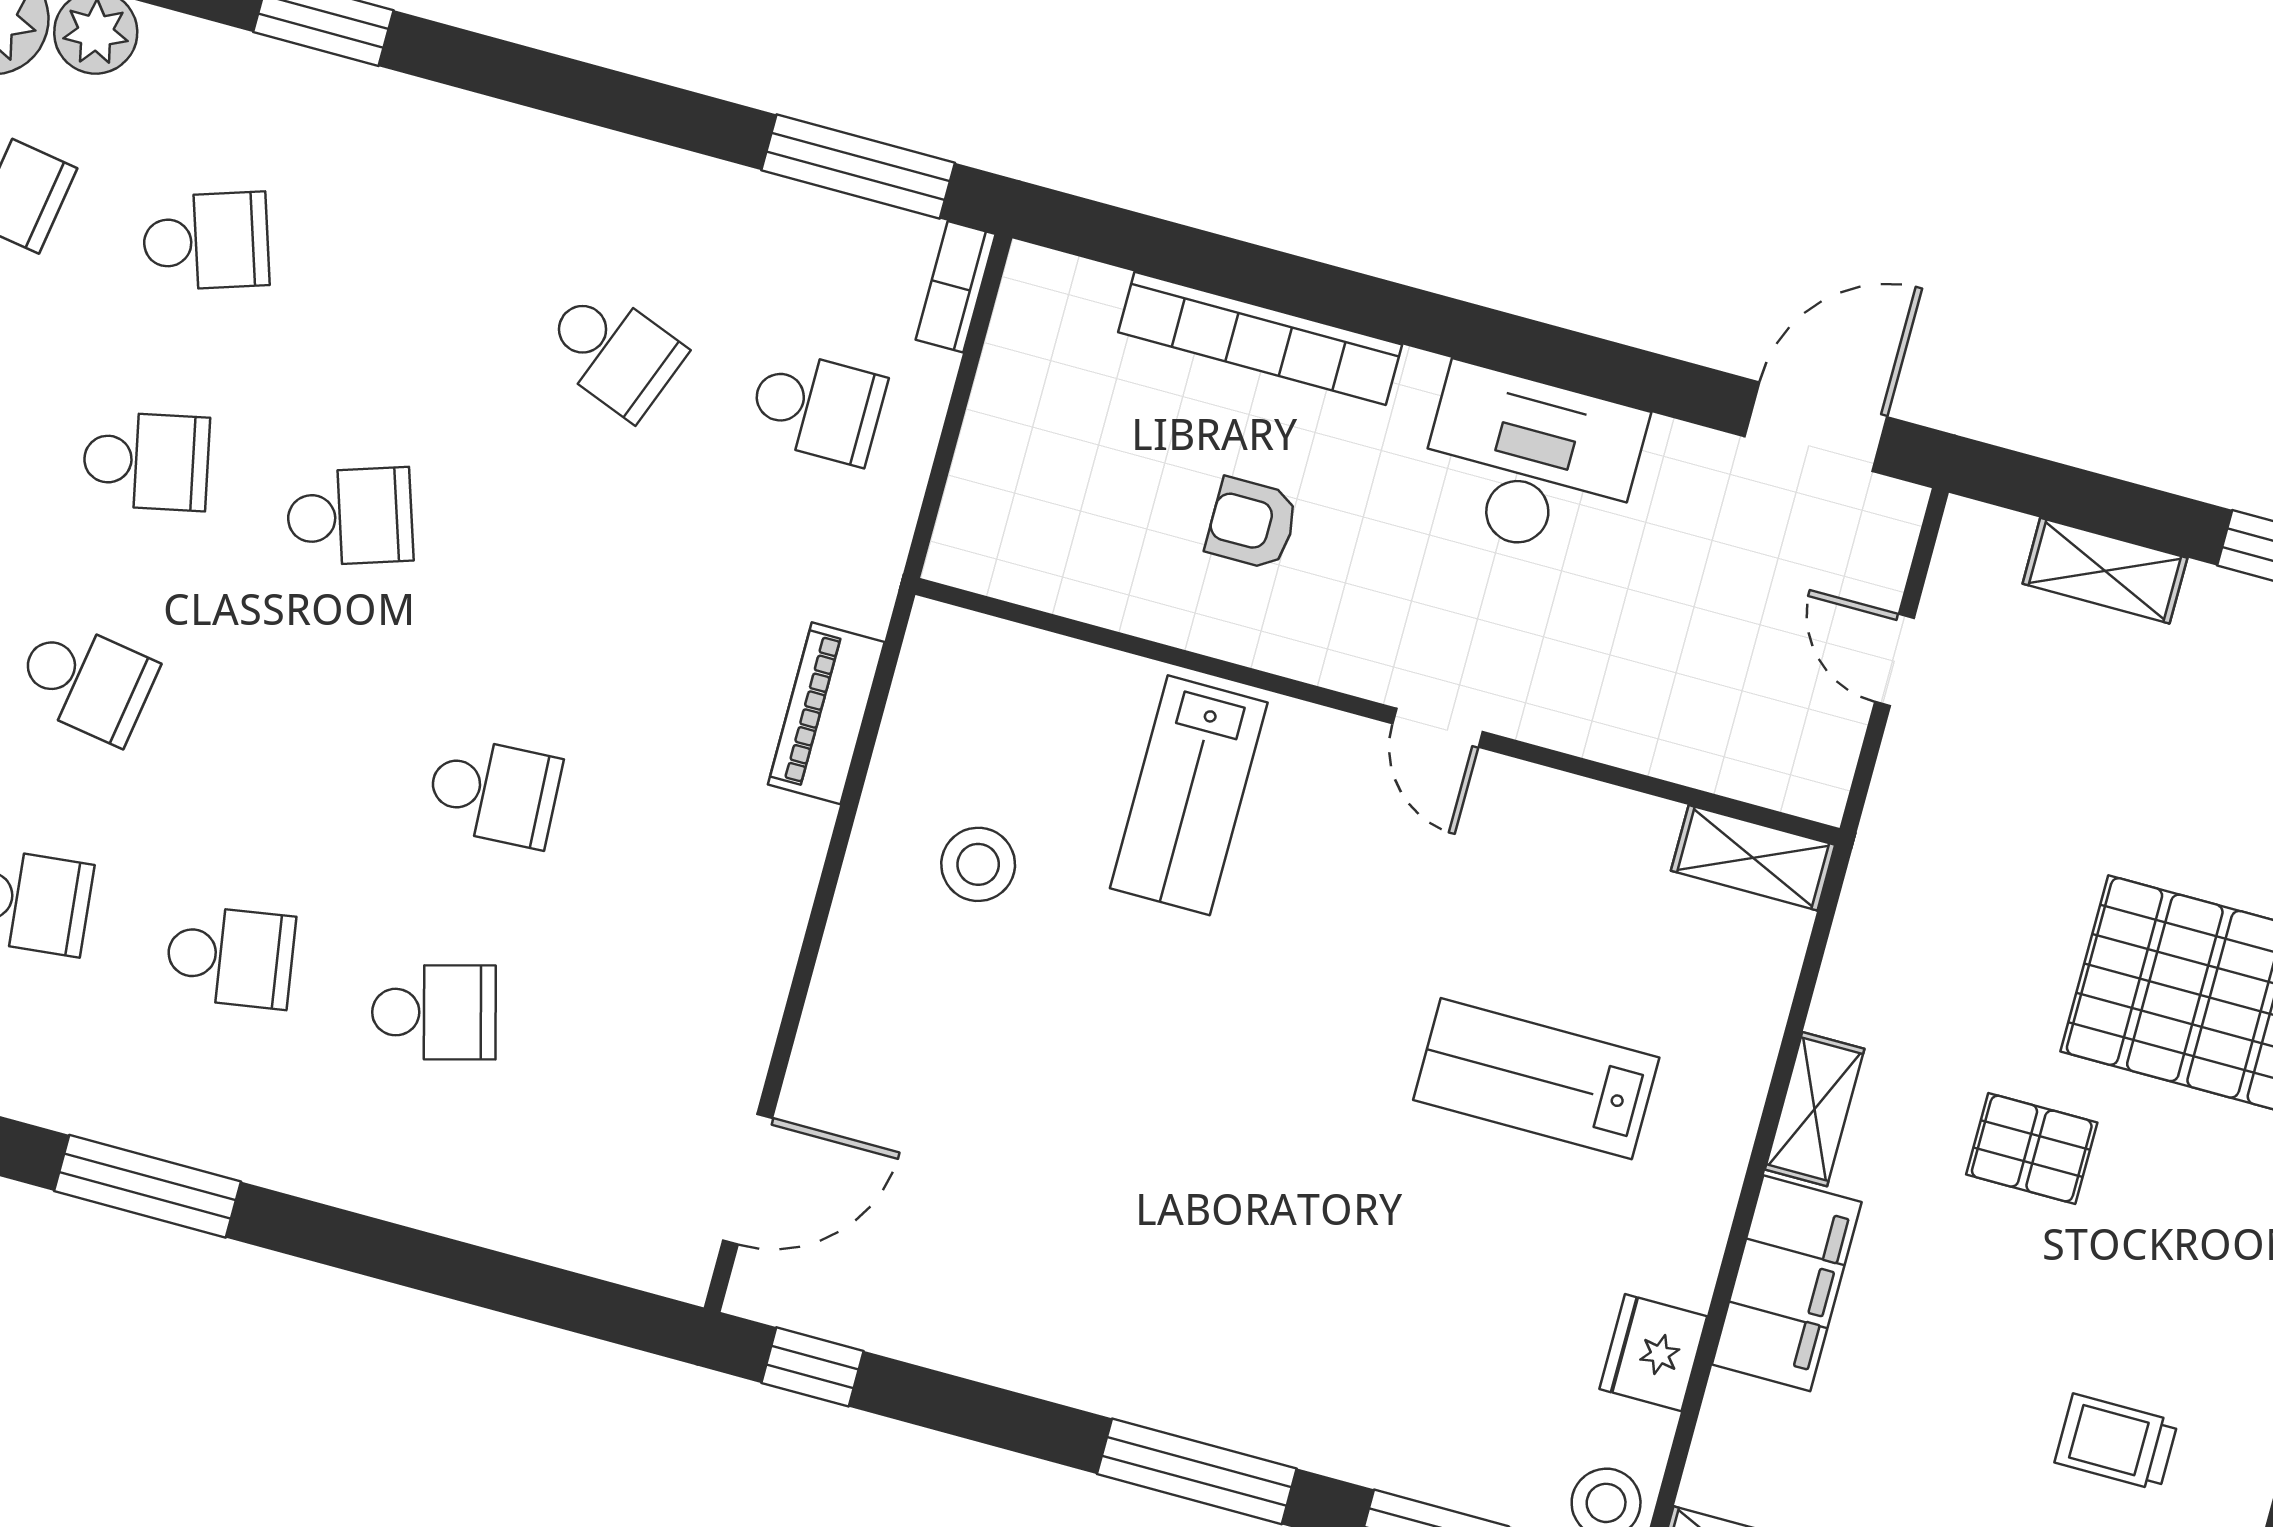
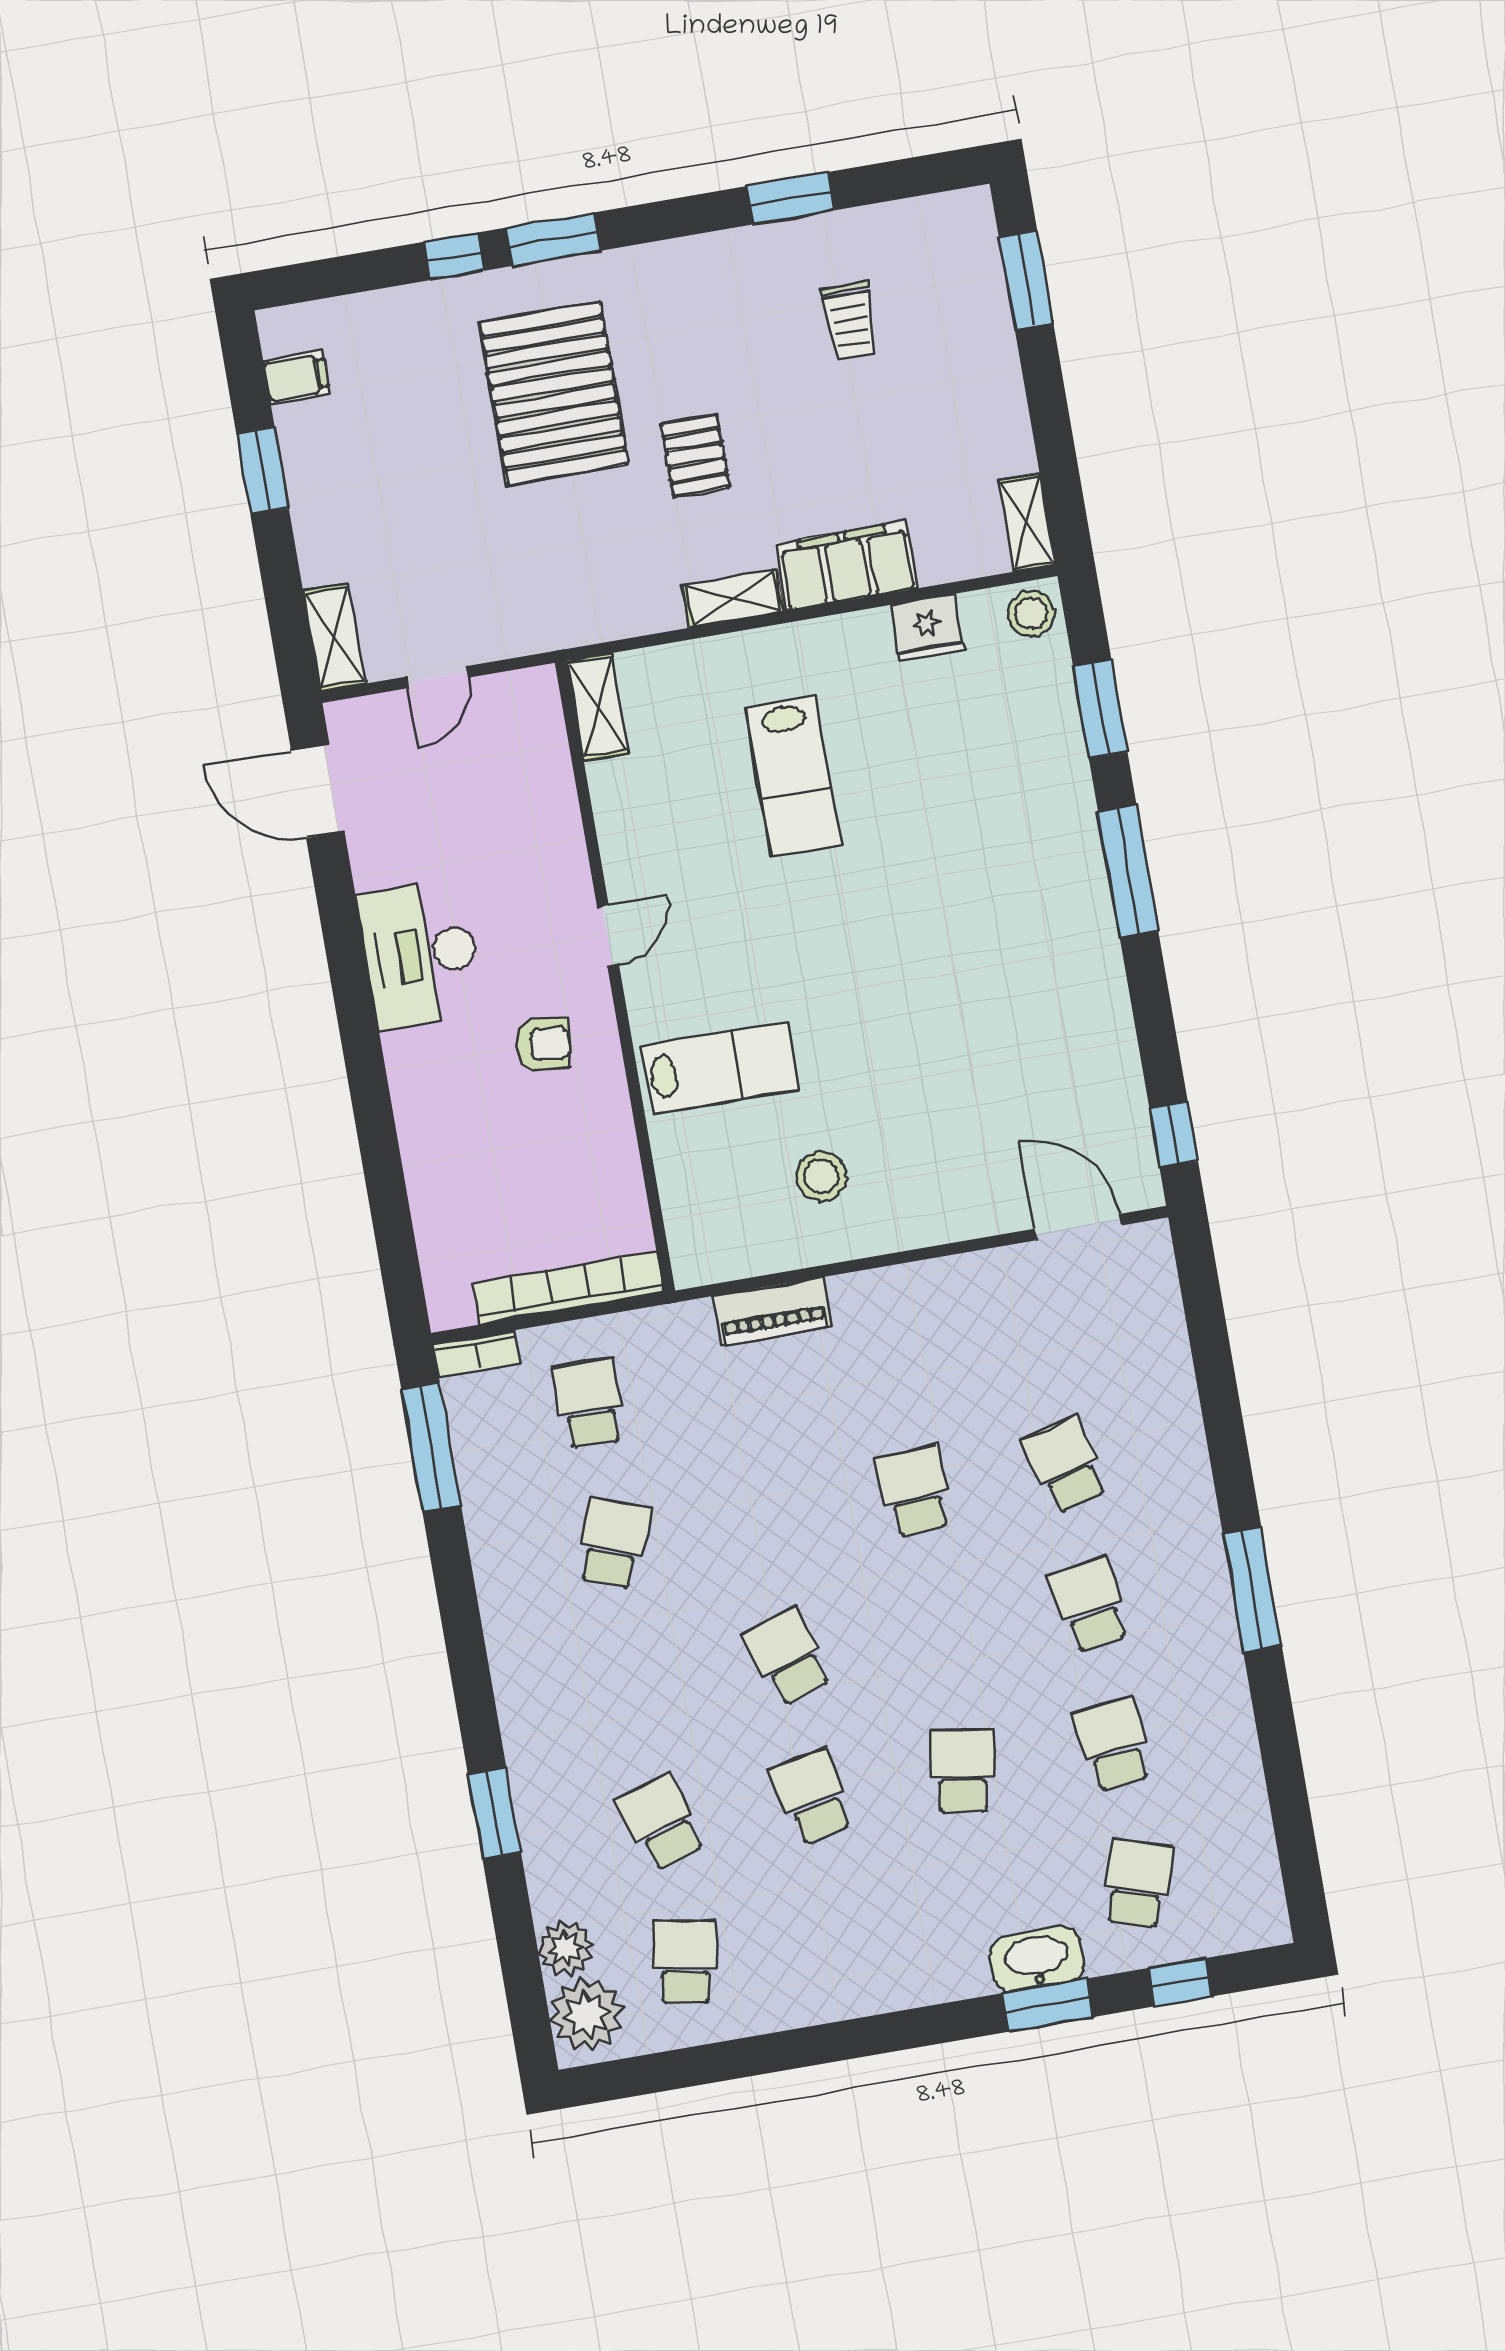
bookcase: (1260, 338) -> (568, 1288), moved, turned -90
armchair: (1252, 524) -> (543, 1044), moved, turned -84
shelving: (2105, 571) -> (334, 637), moved

